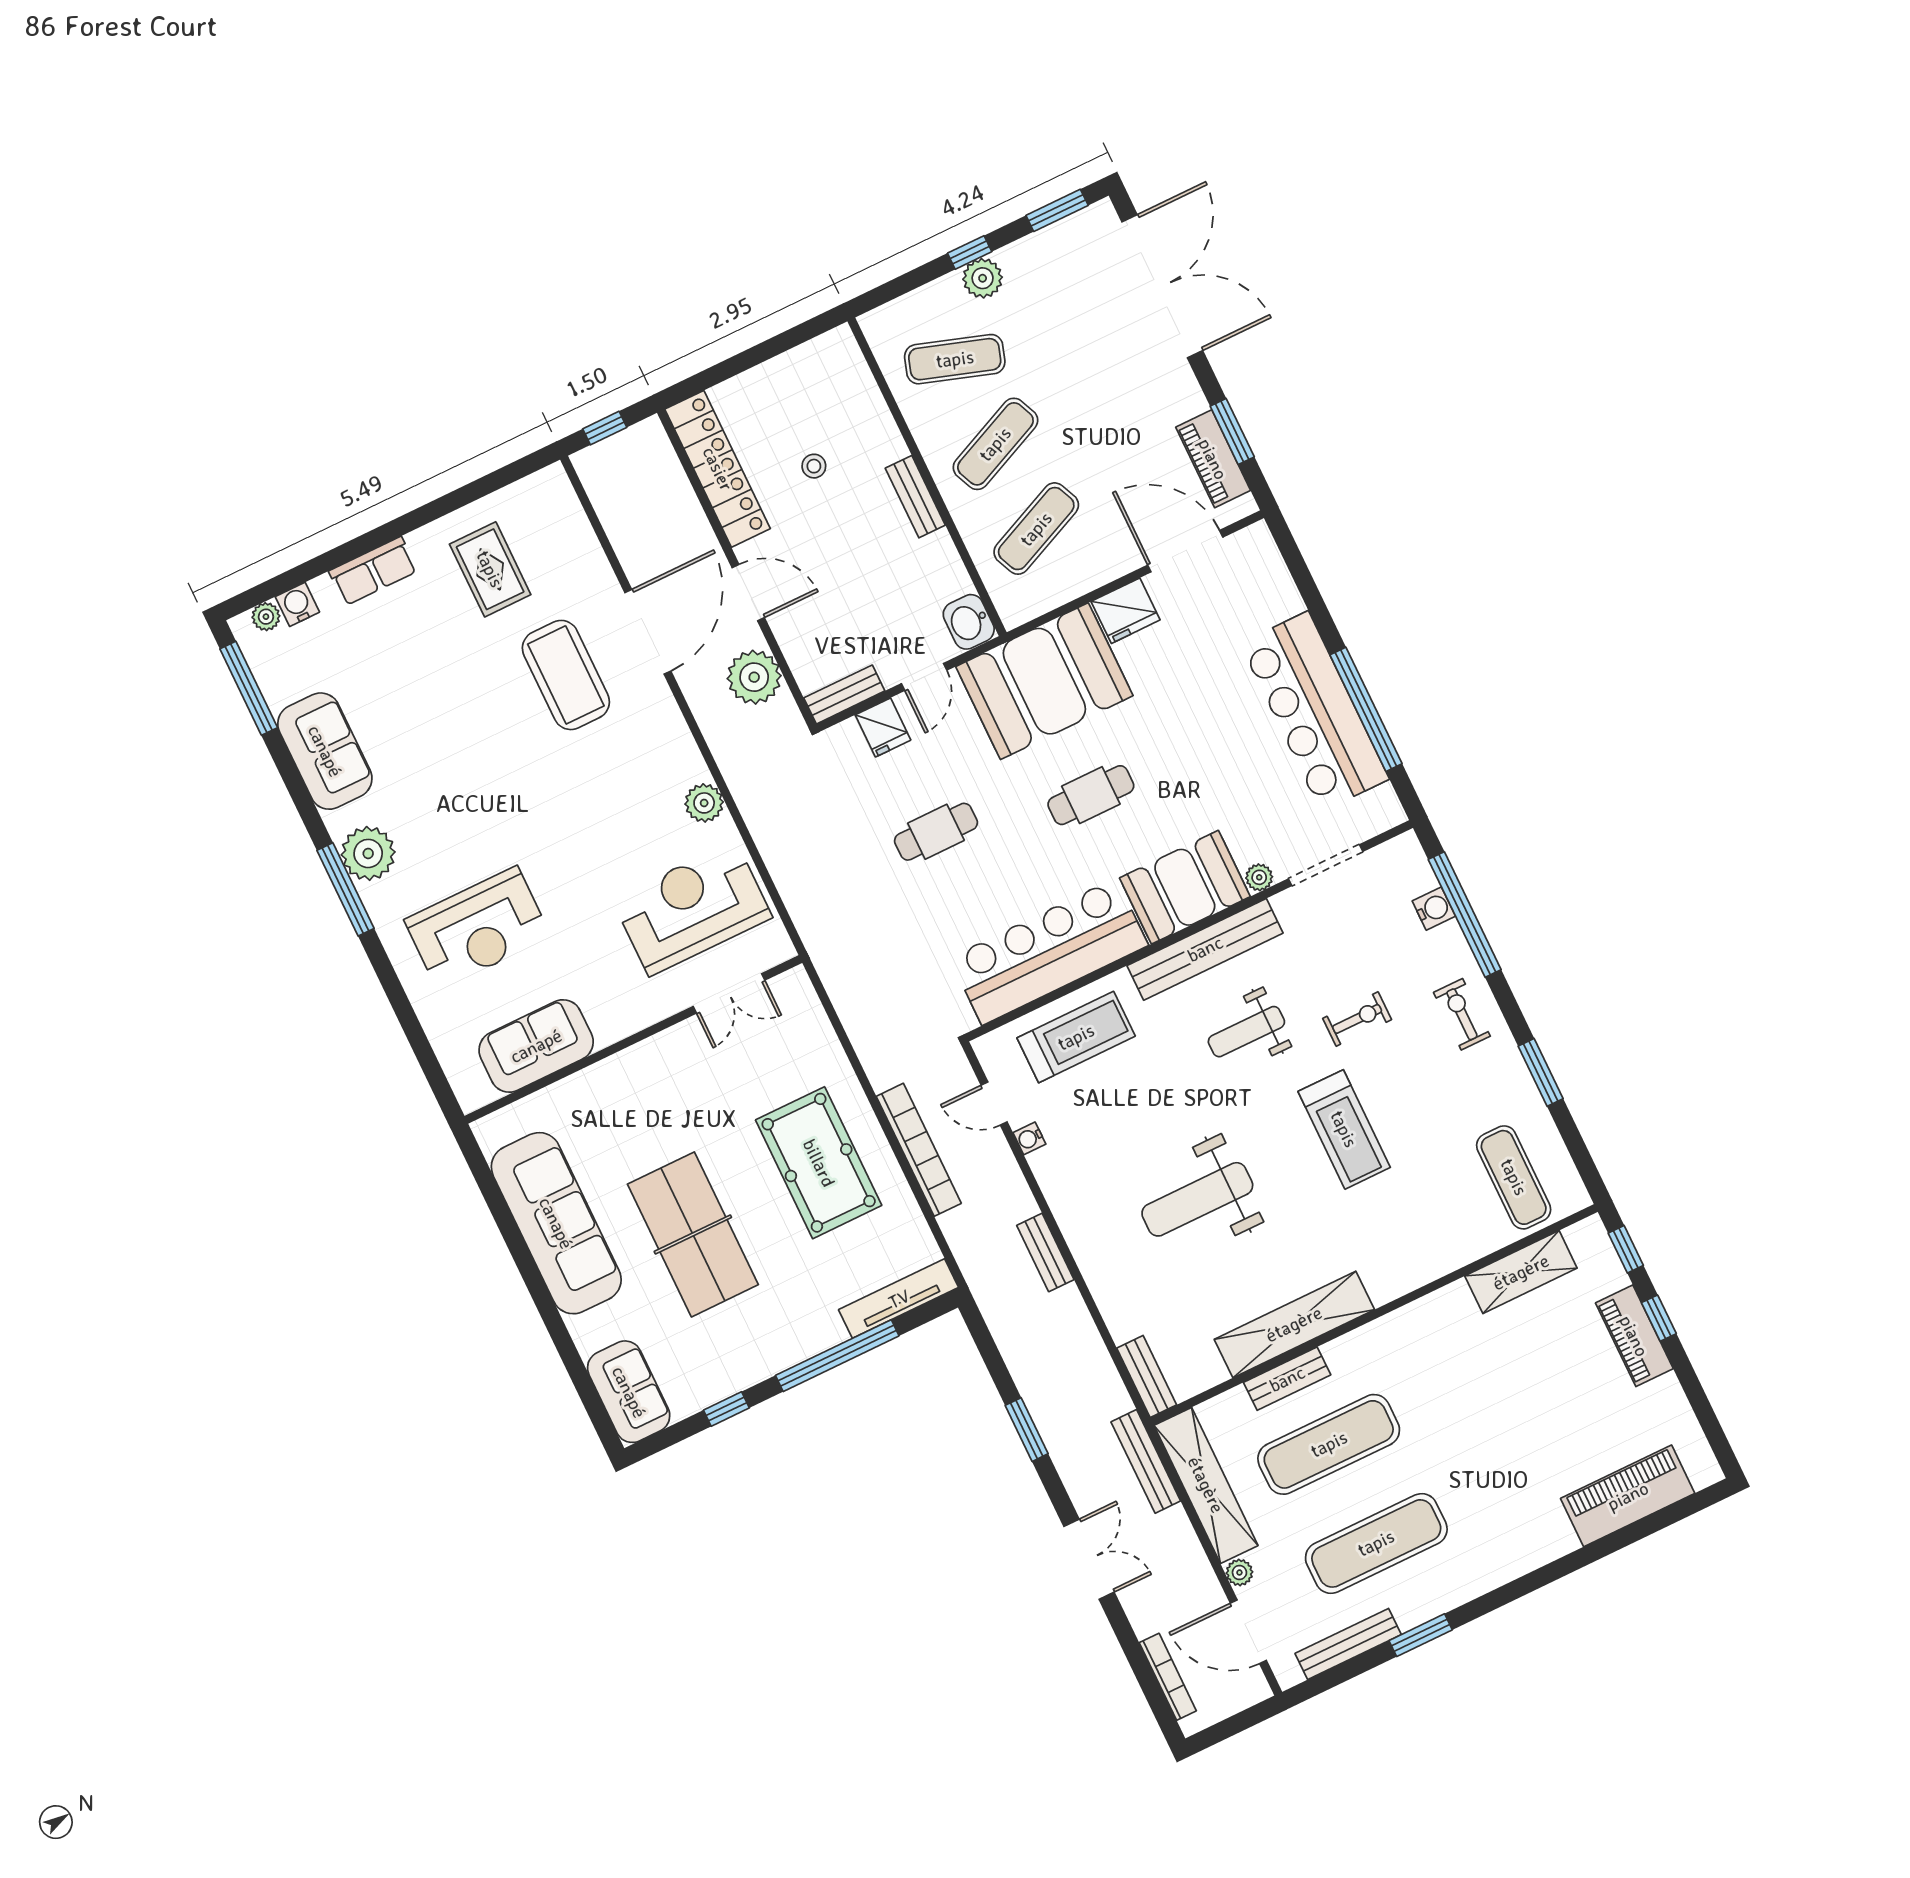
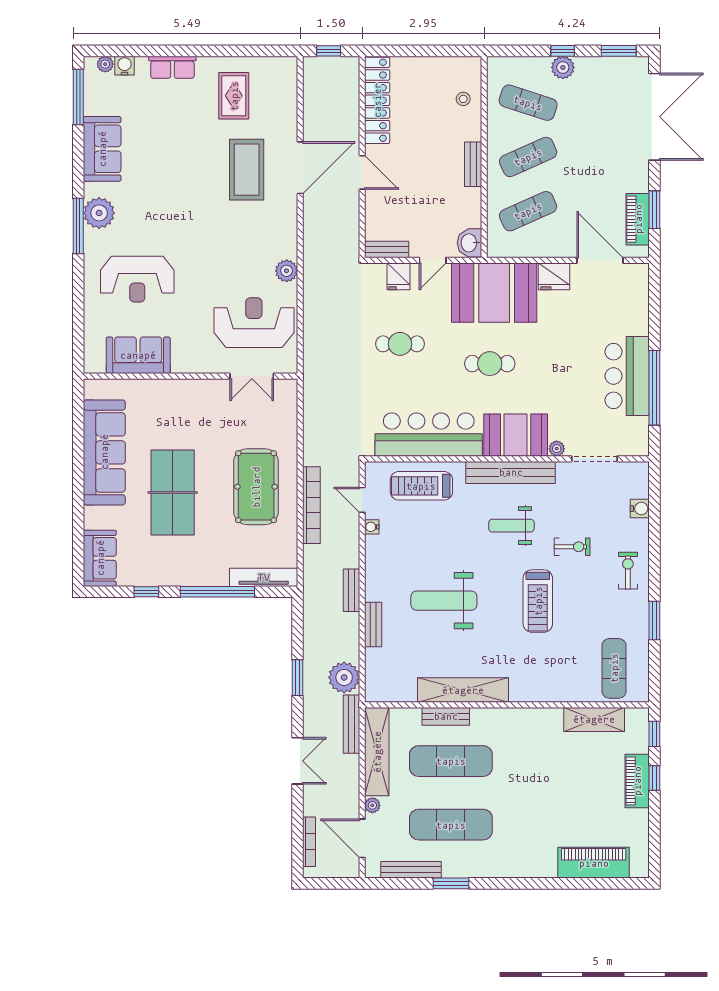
stool: (814, 466) -> (463, 99), moved
plant: (754, 677) -> (344, 677), moved
bar counter: (1315, 711) -> (627, 376), width x0.73
window: (1465, 915) -> (654, 519), removed
treadmill: (1076, 1037) -> (421, 486), turned 180
bench: (1147, 1377) -> (373, 624), moved

